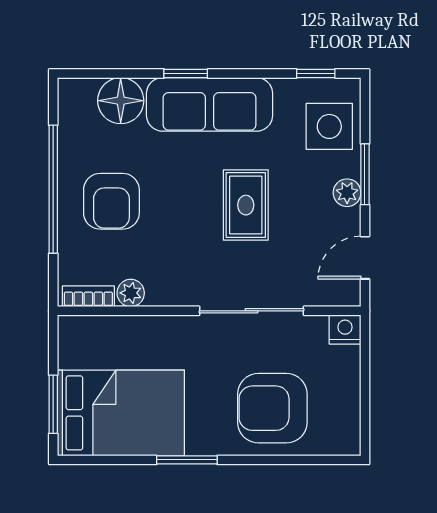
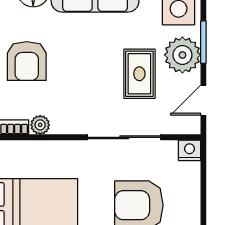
plant: (347, 193) -> (182, 55), width x1.88, depth x1.88
rug: (246, 205) -> (139, 74), moved

